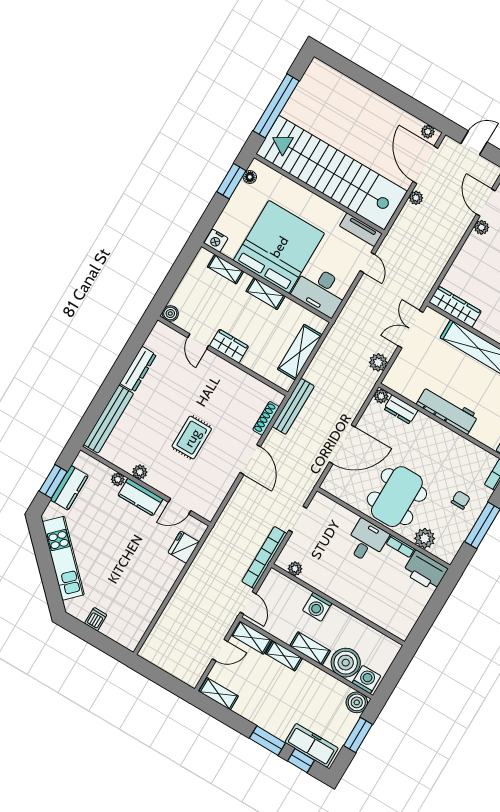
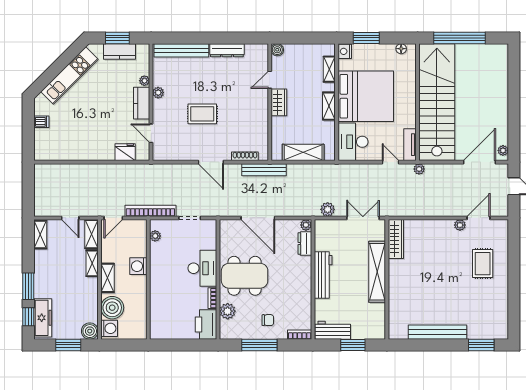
window: (231, 181) -> (366, 38), moved
plant: (416, 198) -> (419, 169), moved
door: (367, 263) -> (390, 162), swing flipped
door: (250, 460) -> (211, 162), hinge flipped
desk: (367, 541) -> (202, 268), width x1.37

